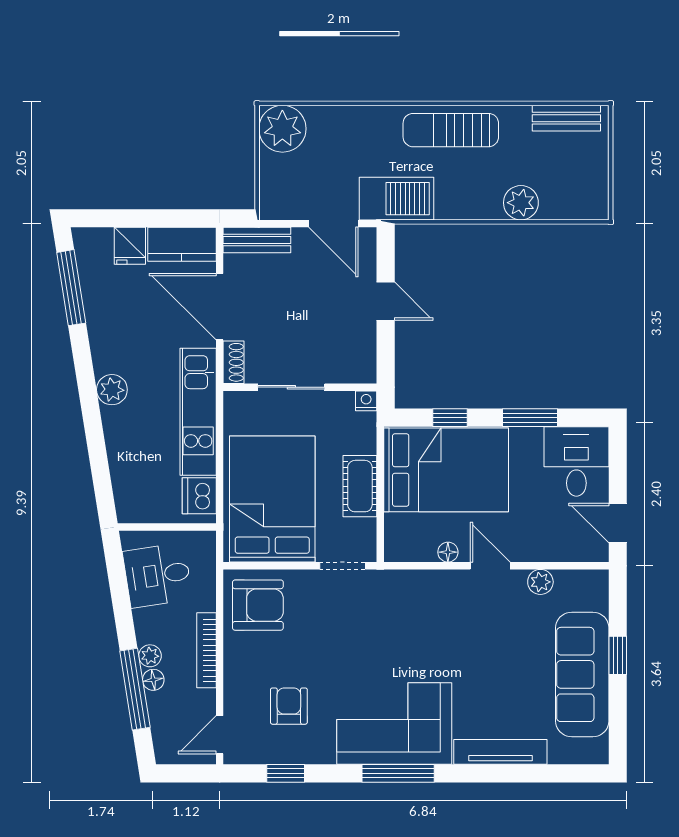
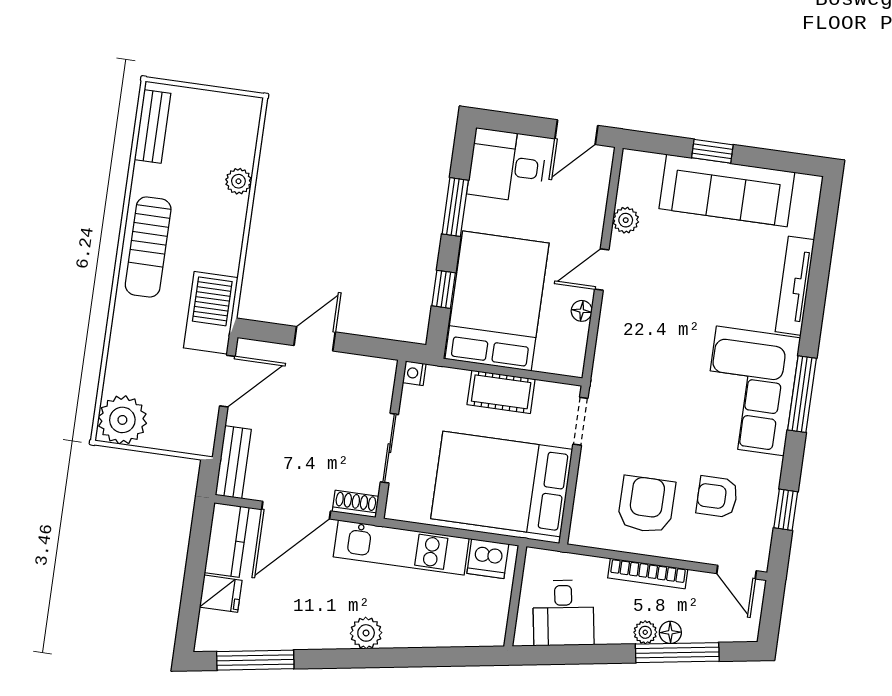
plant: (521, 203) -> (238, 181), width x0.73, depth x0.73
armchair: (258, 605) -> (646, 505), moved

